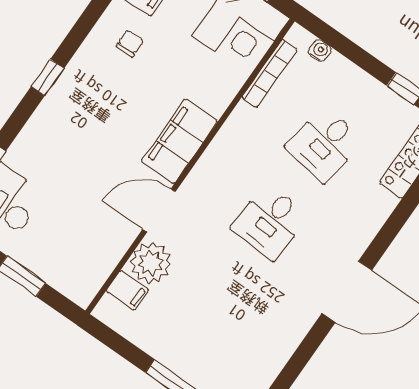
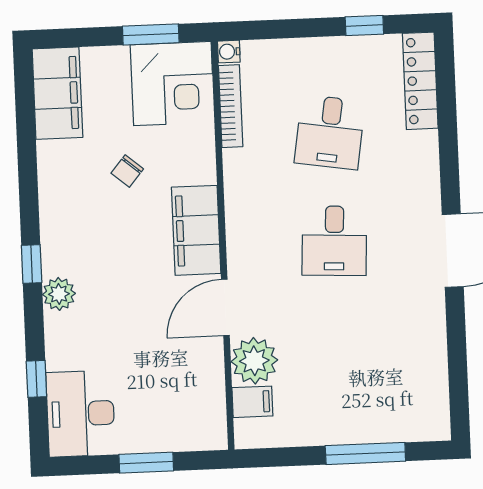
chair: (130, 43) -> (127, 171), moved, turned -140
water cooler: (320, 51) -> (229, 52), moved, turned -90
plant: (51, 113) -> (59, 294), added

